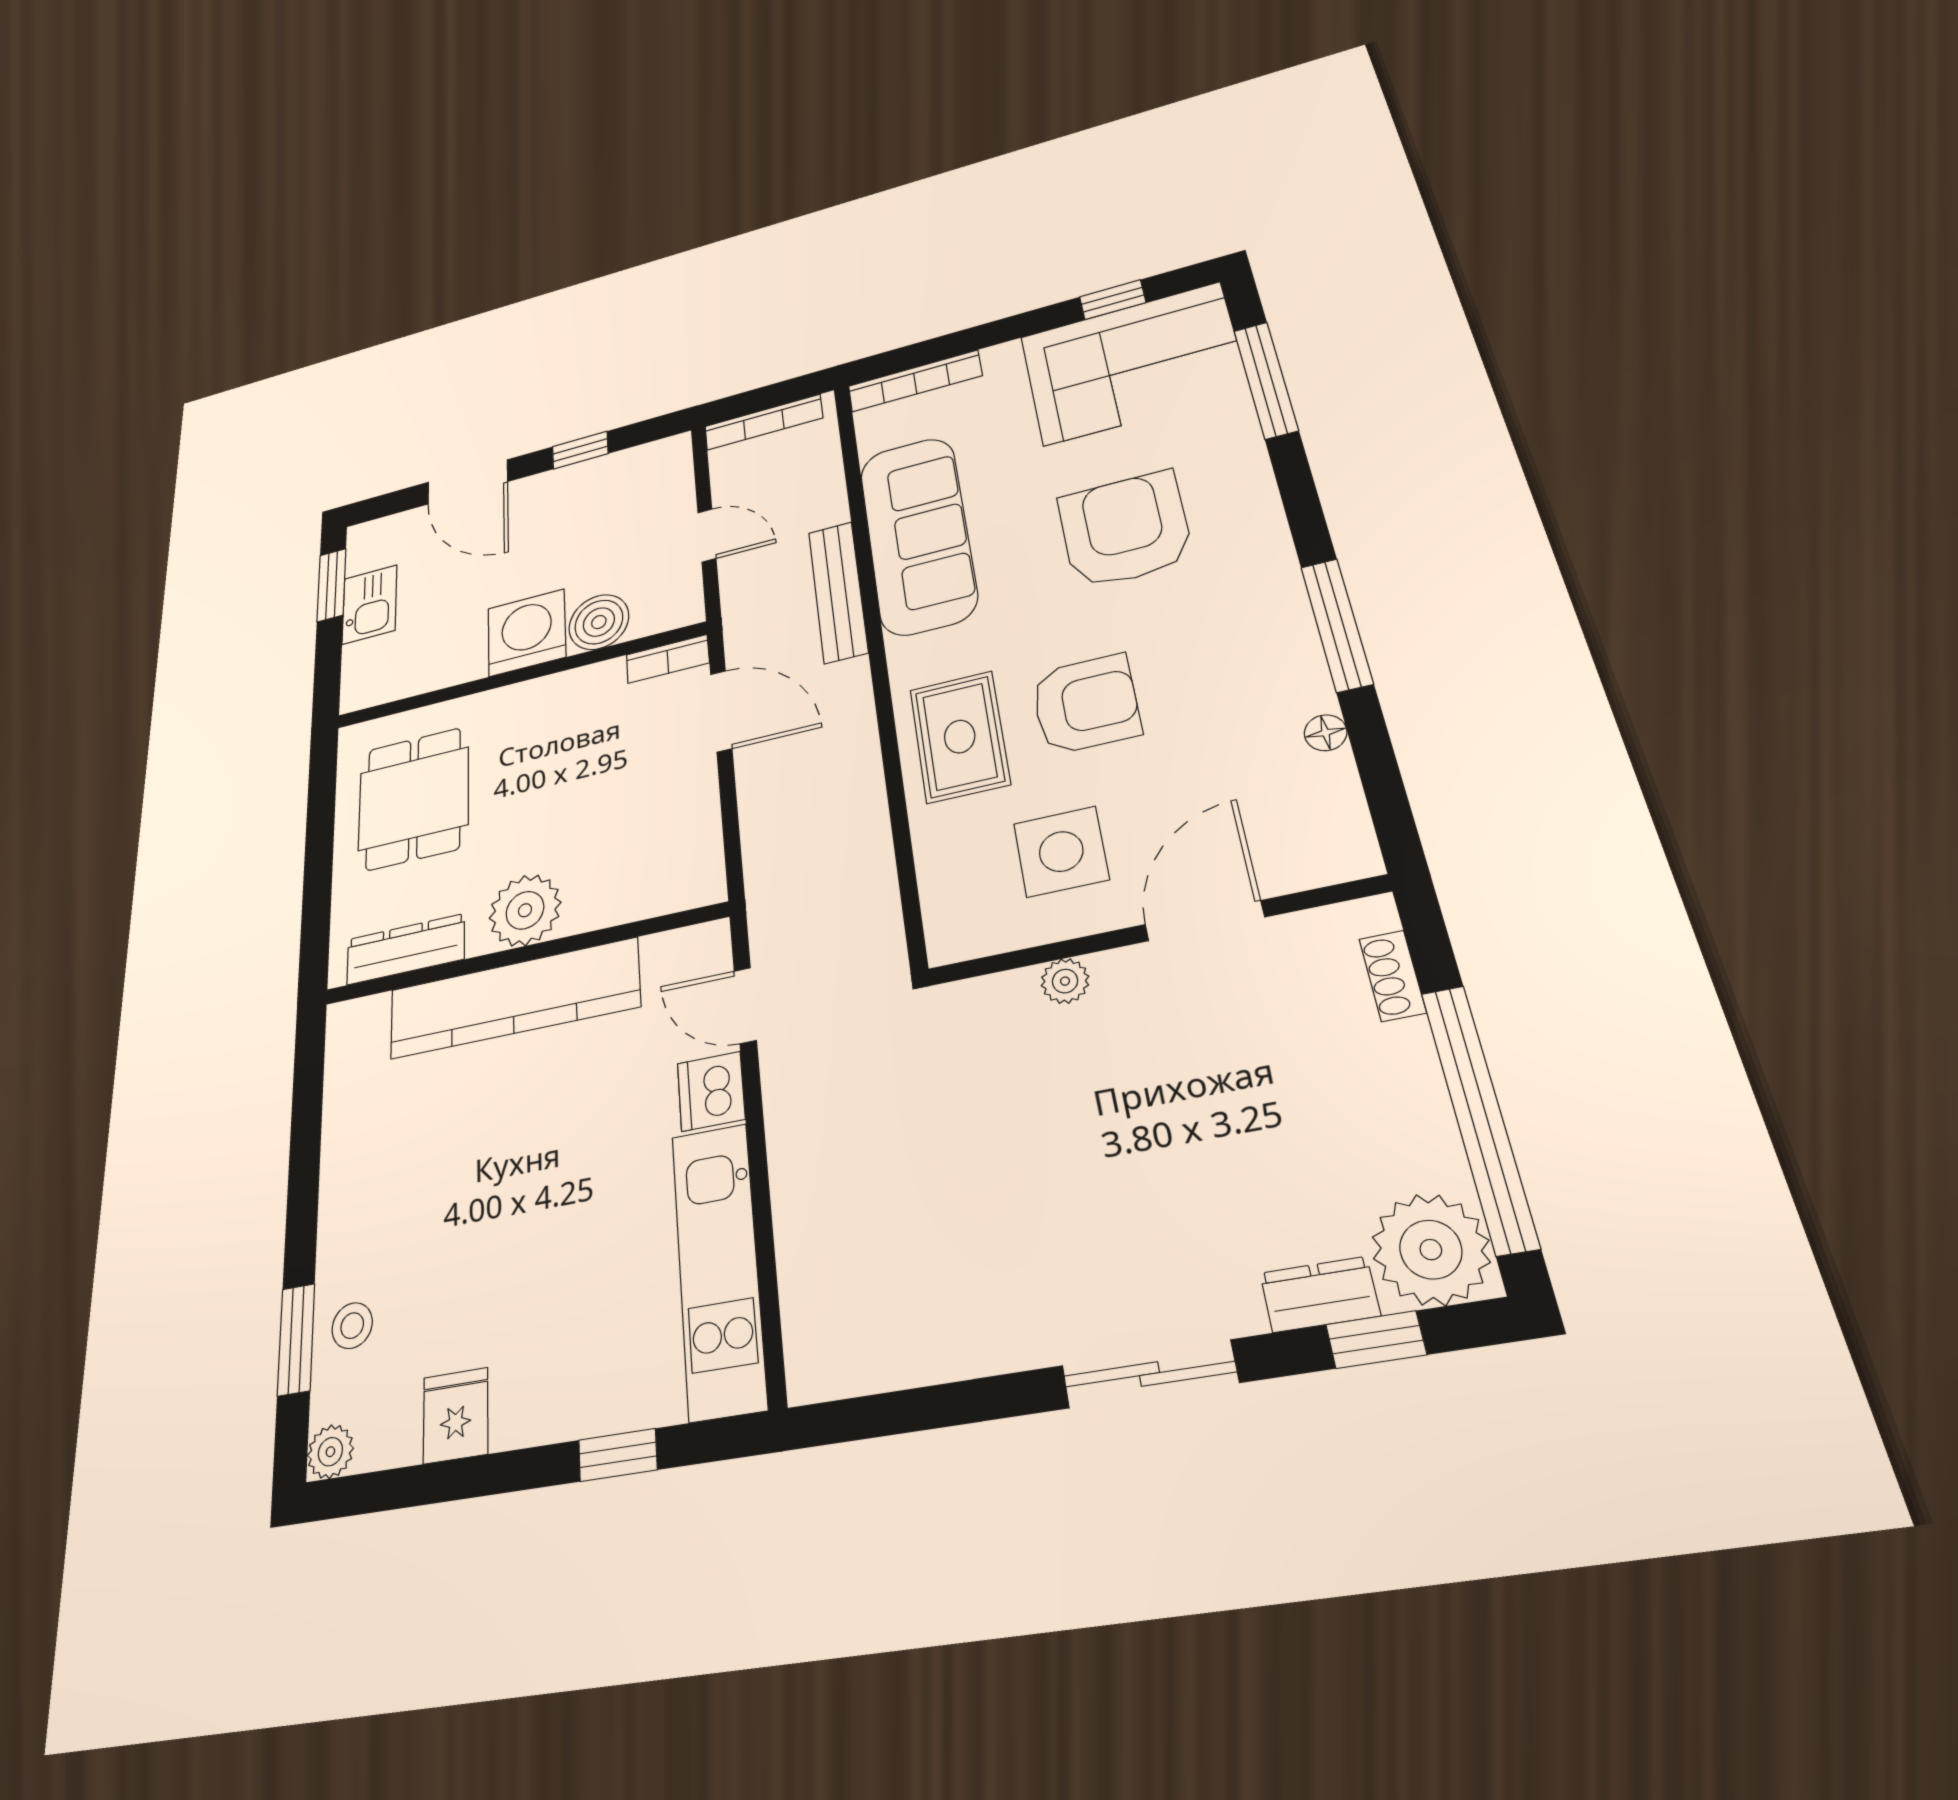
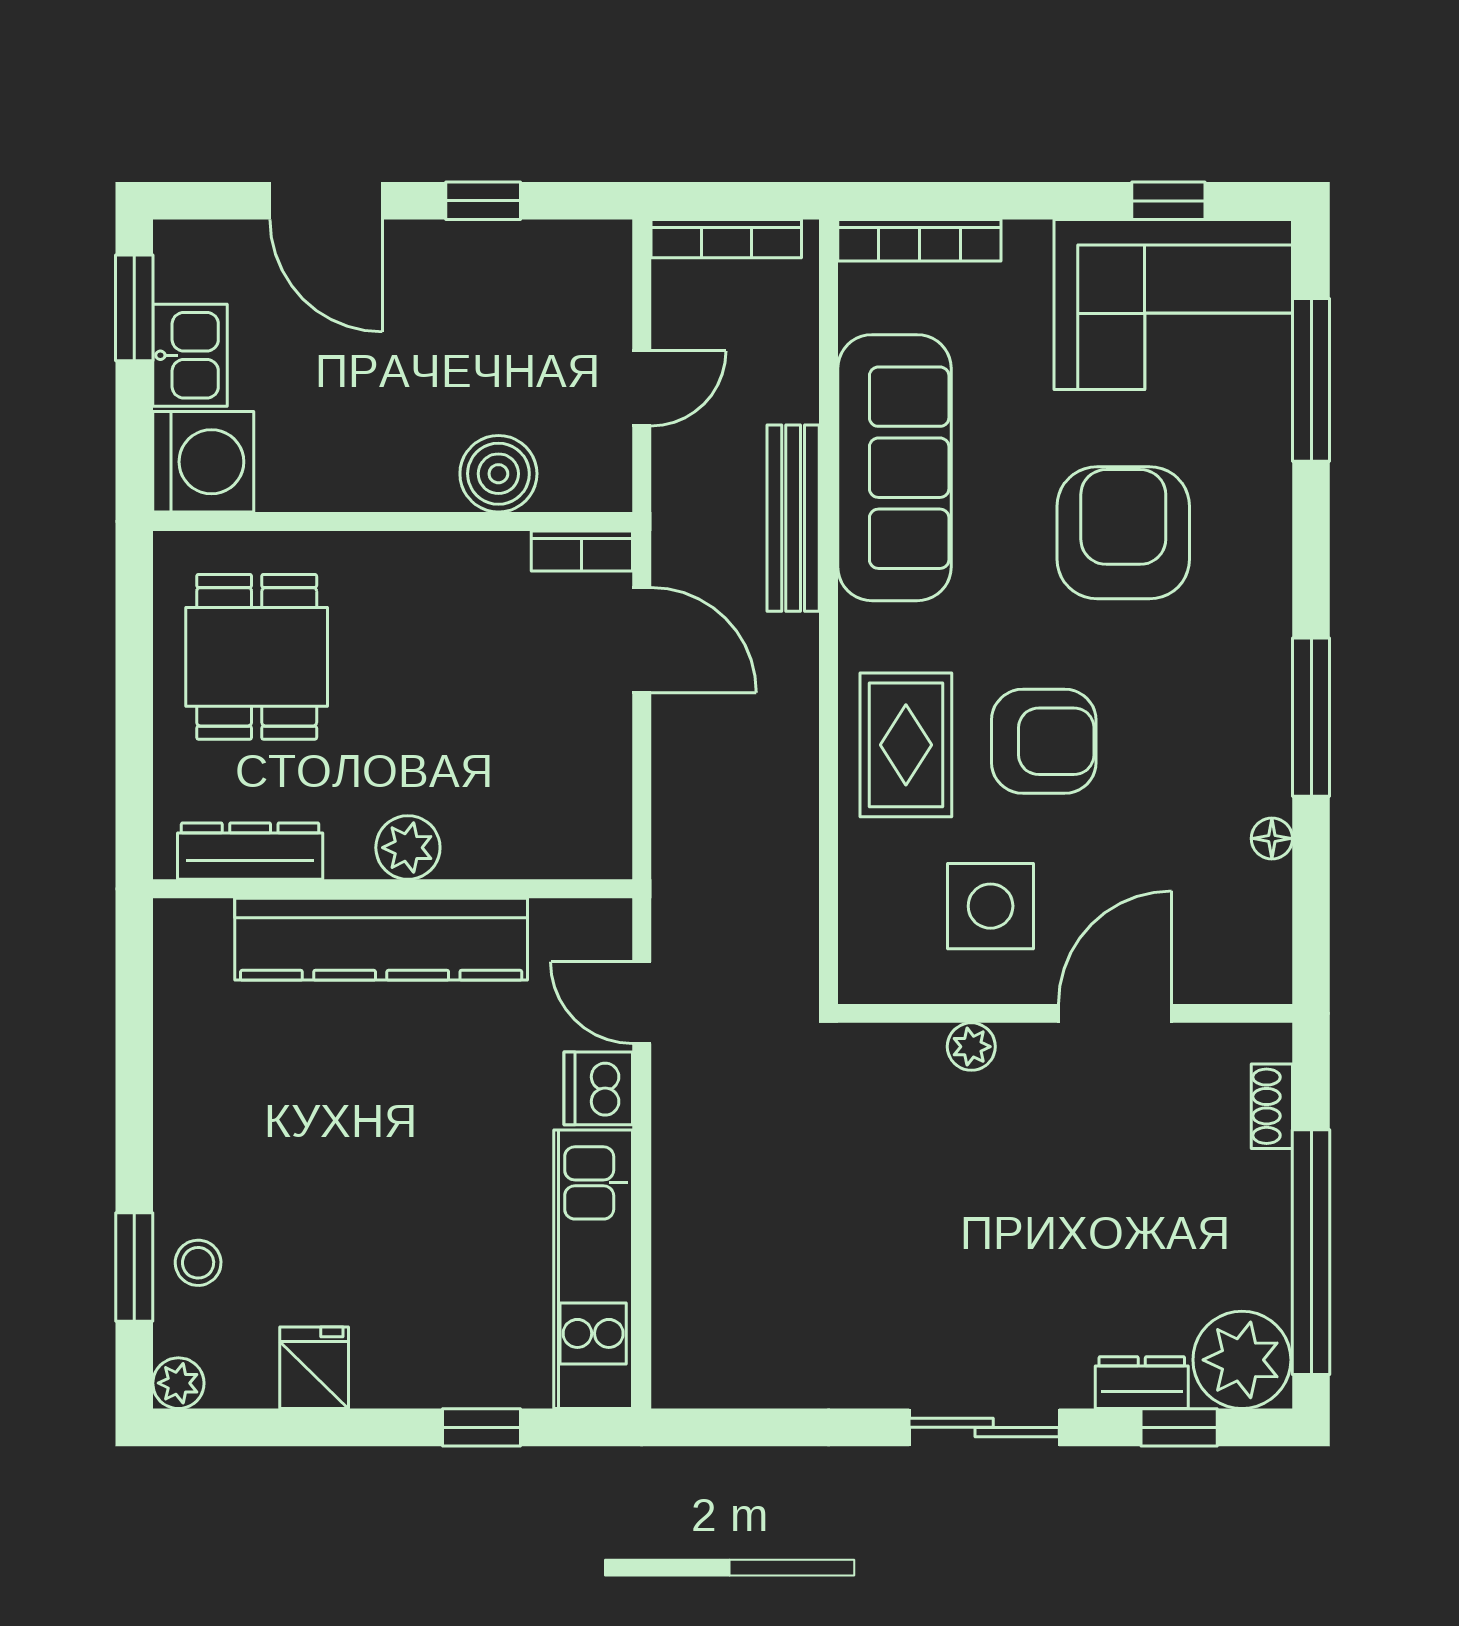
door: (707, 535) -> (642, 388), hinge flipped
washing machine: (527, 633) -> (203, 462), moved, turned 90
plant: (525, 910) -> (408, 848), width x0.73, depth x0.73

